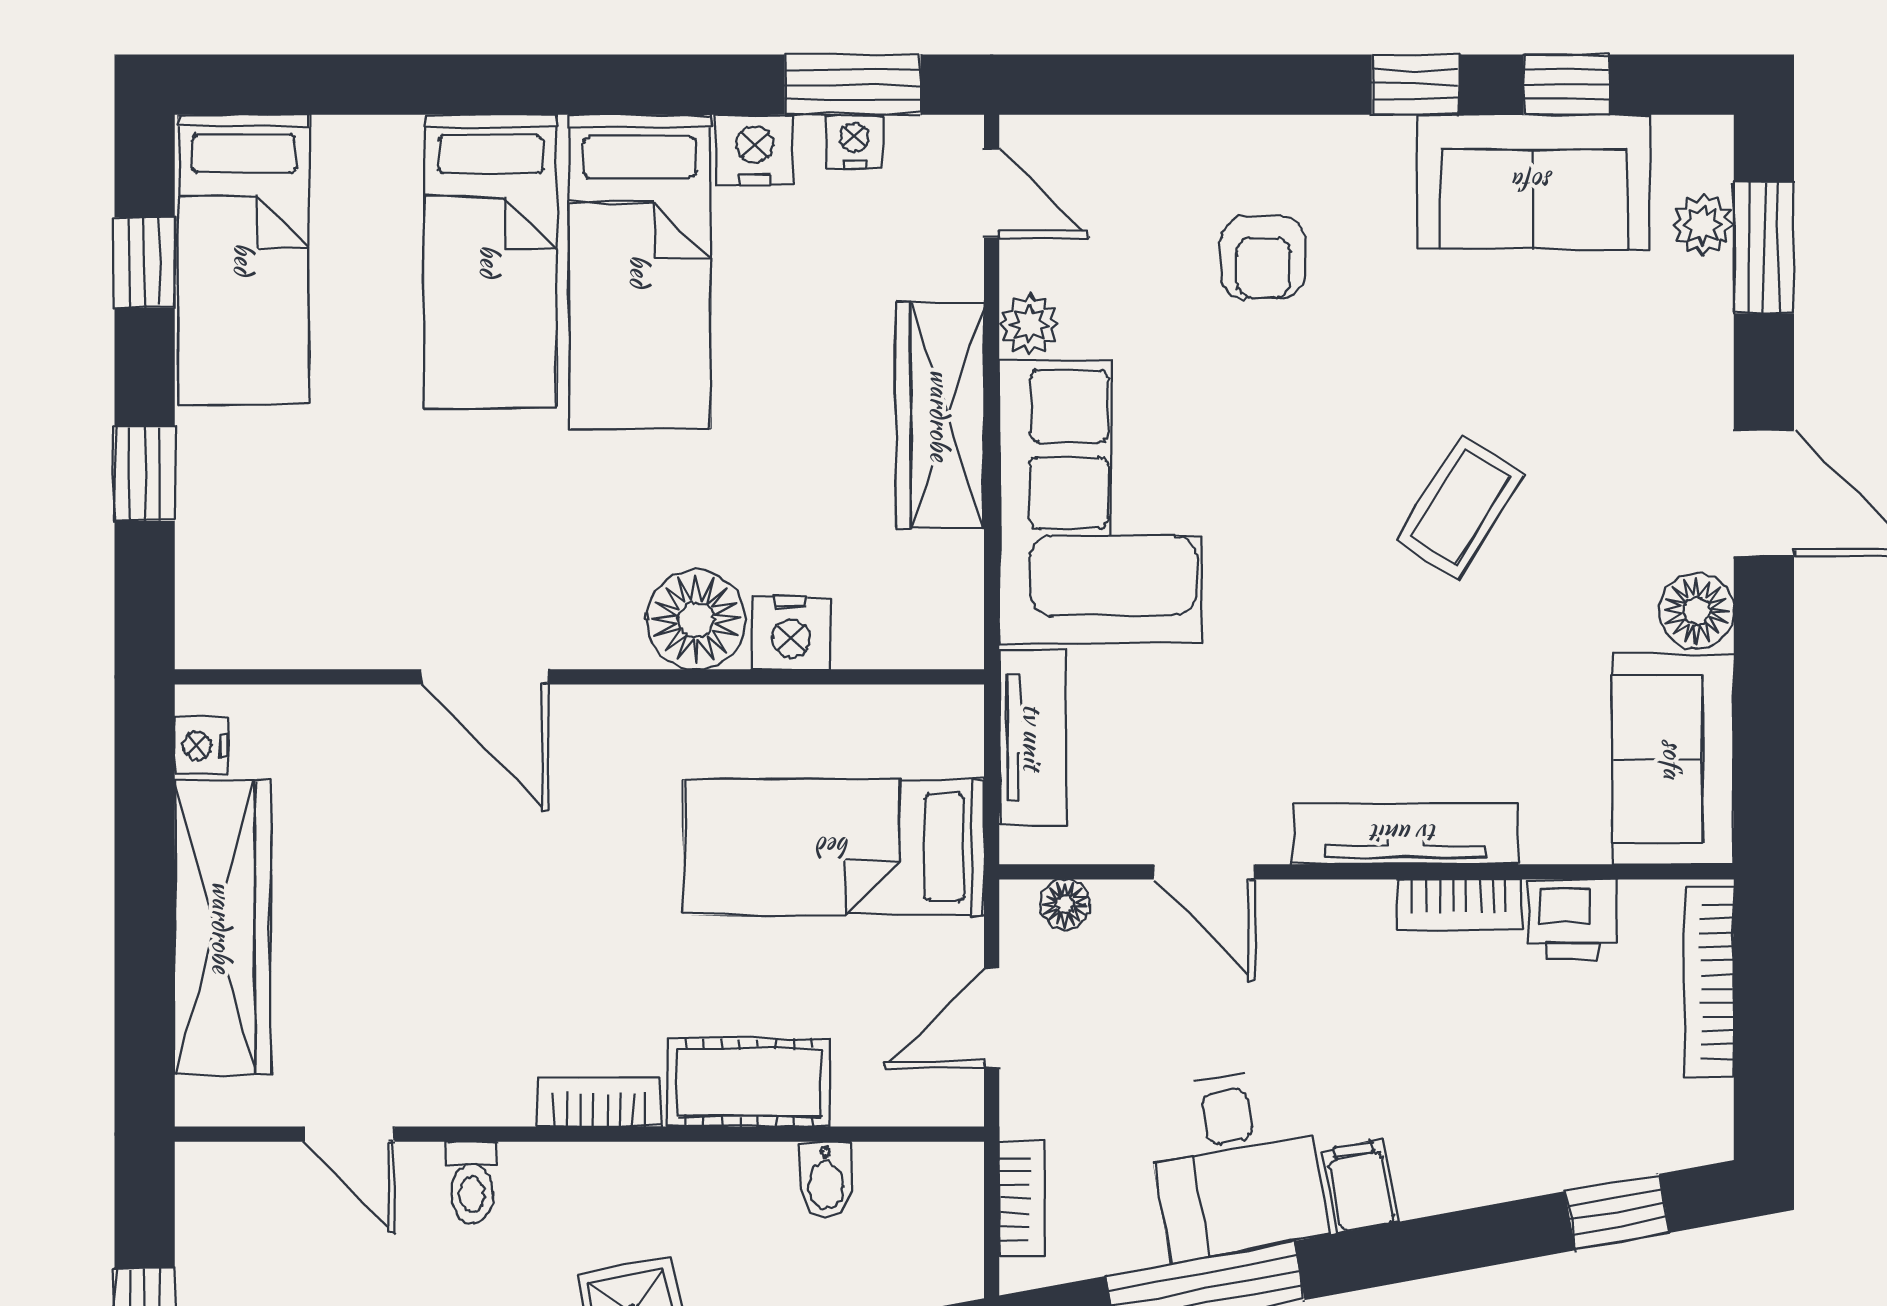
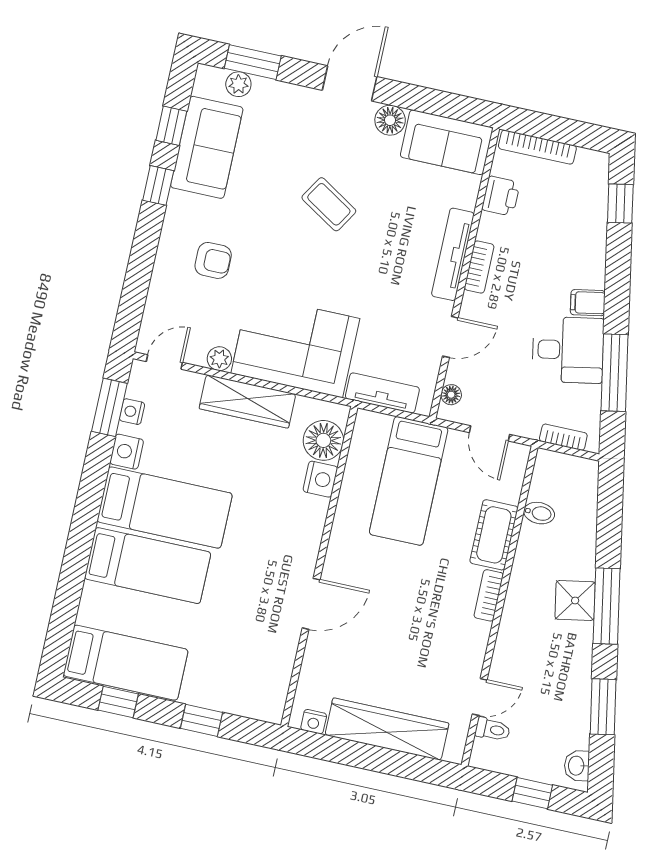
floor lamp: (696, 620) -> (323, 440), moved
bookcase: (1460, 904) -> (479, 267), moved
toilet: (472, 1183) -> (493, 729), moved

